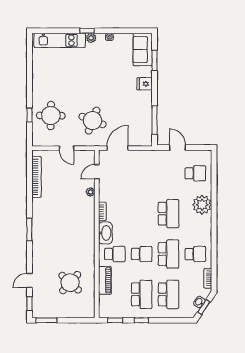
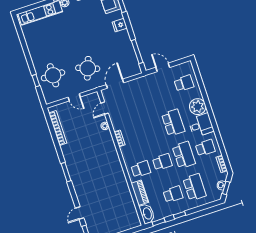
desk: (199, 227) -> (201, 125), added
washbasin: (105, 233) -> (147, 214), moved
round table: (70, 283) -> (113, 204), removed
school desk: (142, 294) -> (173, 194), width x0.54

